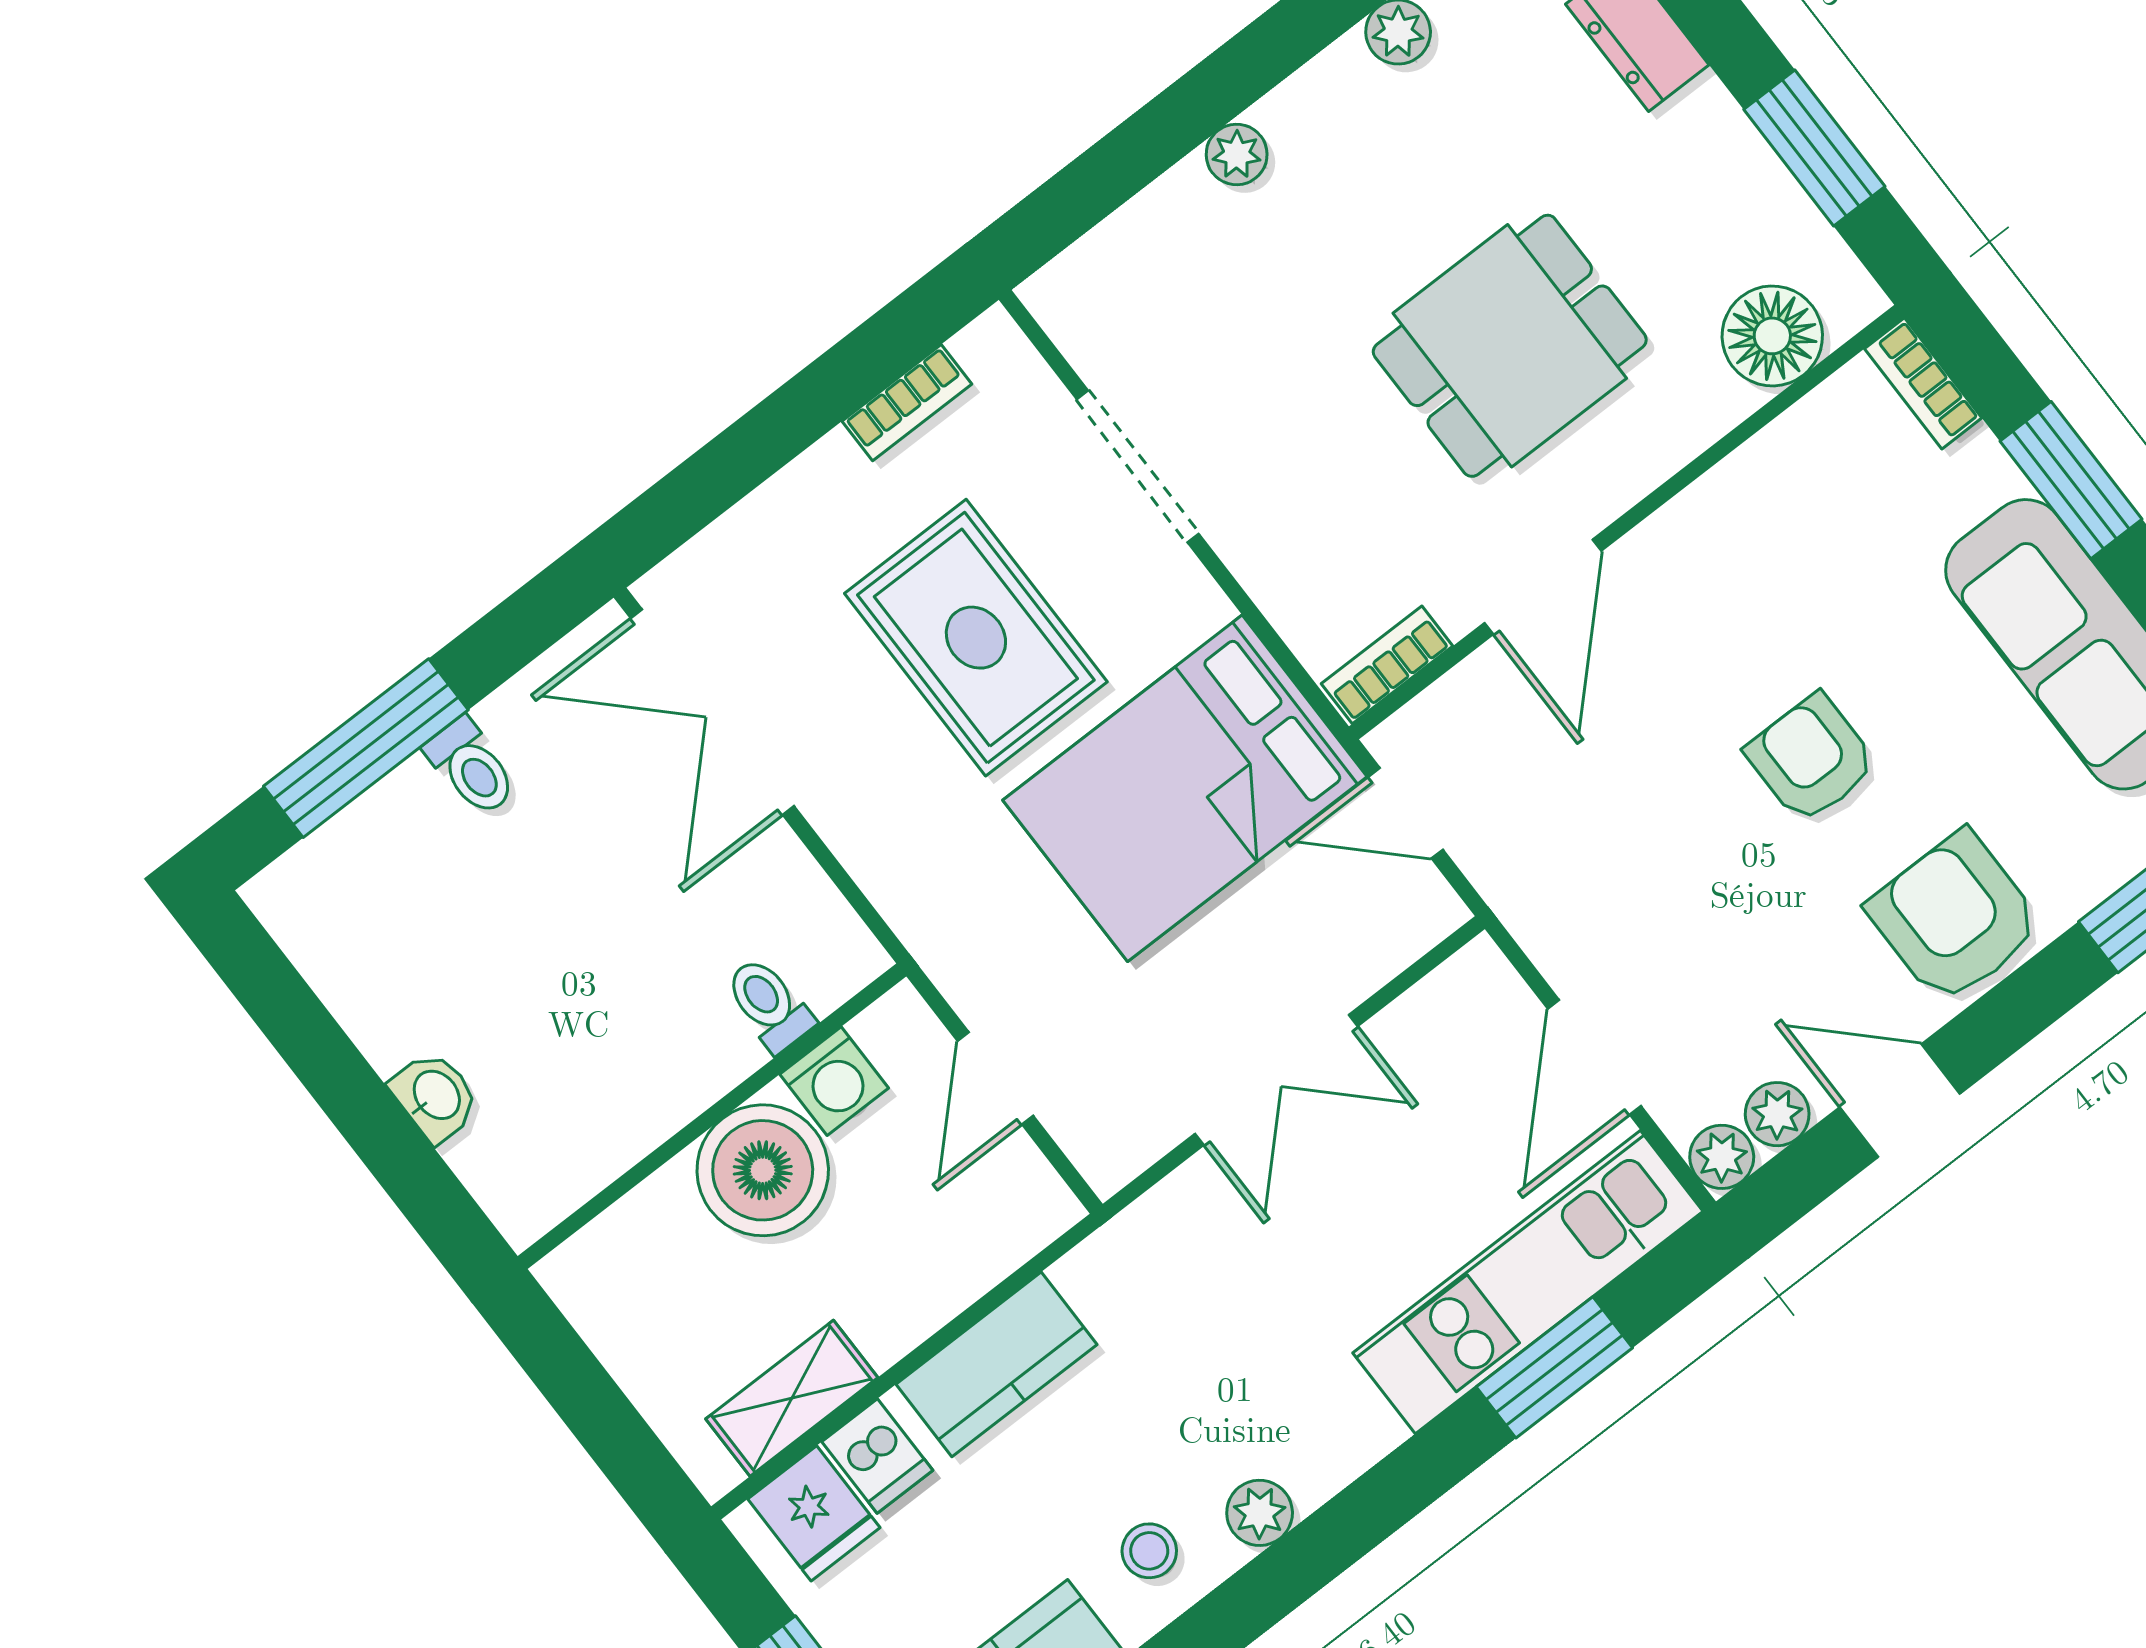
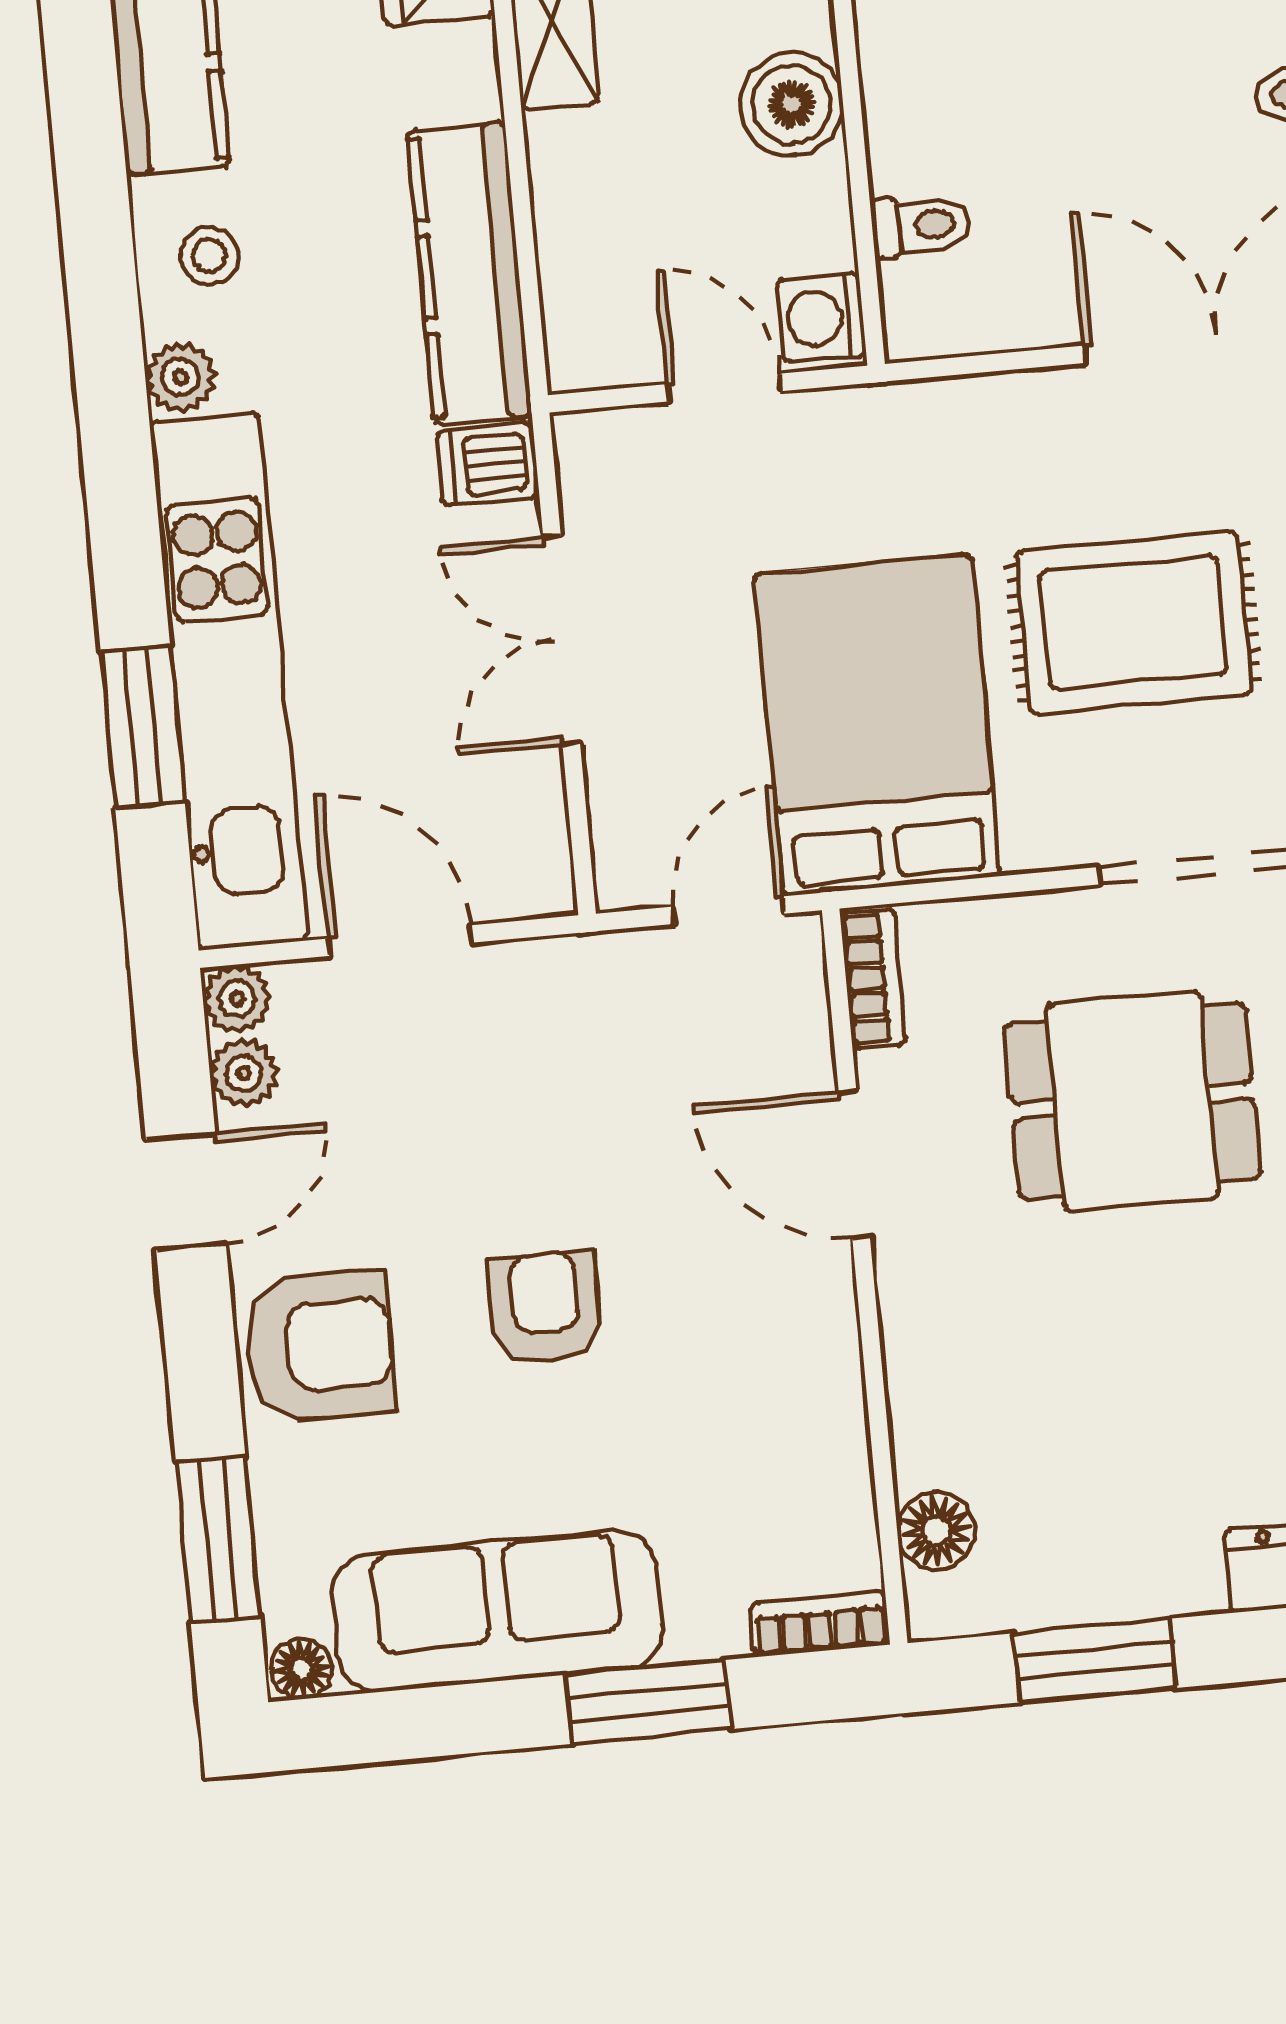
floor lamp: (1772, 336) -> (936, 1531), width x0.73, depth x0.73
dining table: (1510, 346) -> (1132, 1101), moved, turned 90
armchair: (1811, 759) -> (545, 1308), turned -90
washing machine: (834, 1081) -> (821, 318), moved
boiler: (763, 1170) -> (792, 104), width x0.73, depth x0.73
kitchen unit: (1528, 1282) -> (228, 681), width x1.36
kitchen counter: (997, 1364) -> (470, 274), width x1.50
dishwasher: (877, 1456) -> (488, 465), moved

